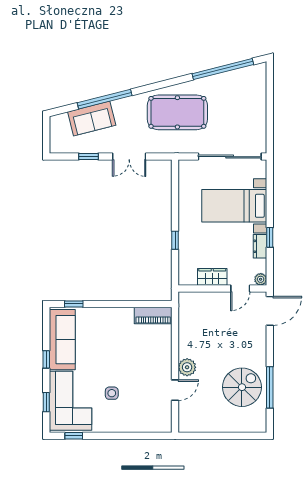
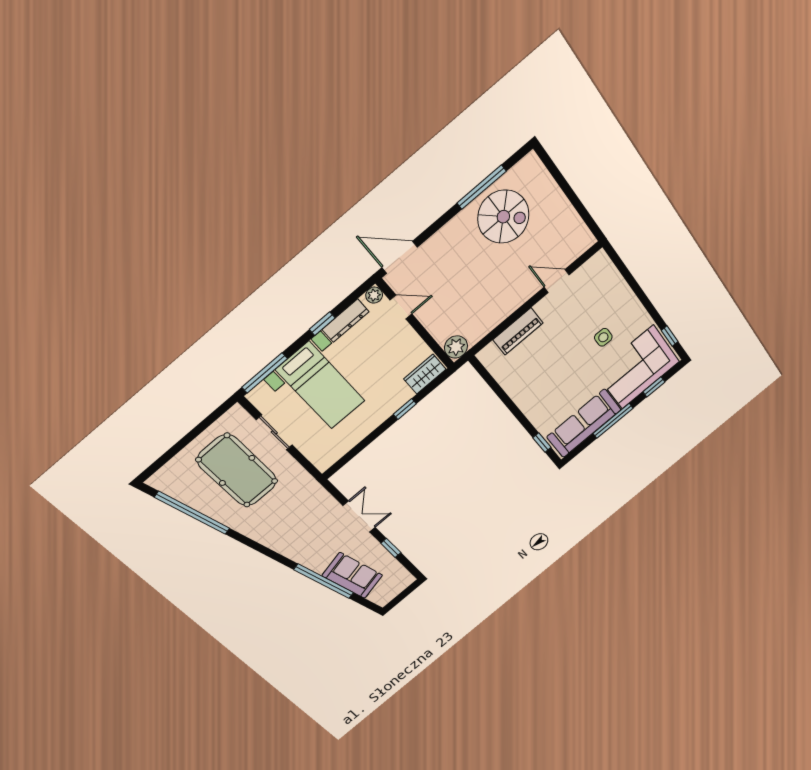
pool table: (177, 112) -> (237, 470), moved
sliding door: (230, 157) -> (274, 432), width x0.54
window: (270, 182) -> (265, 373), added
dresser: (260, 246) -> (345, 321), width x1.44
wardrobe: (212, 277) -> (425, 374), moved, turned 90
piano: (153, 315) -> (518, 331), moved, turned 90
window: (46, 359) -> (613, 421), width x2.17
plant: (187, 367) -> (456, 347), moved
spiral stairs: (242, 387) -> (503, 217), turned 180

